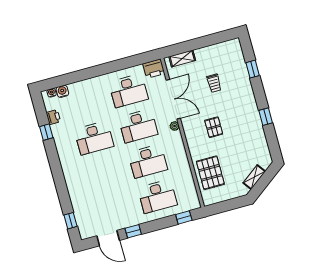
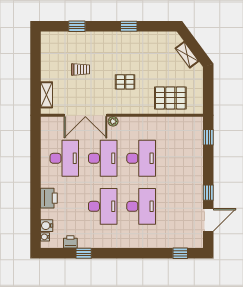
printer: (154, 69) -> (49, 198), moved
double door: (173, 99) -> (85, 115), swing flipped
desk: (157, 196) -> (141, 206), moved

